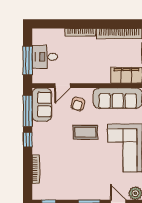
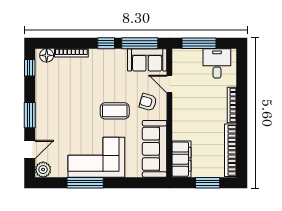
desk: (45, 57) -> (217, 63), moved
coffee table: (85, 132) -> (115, 111), turned 90
floor lamp: (38, 190) -> (47, 55), added

